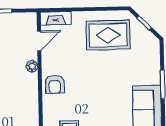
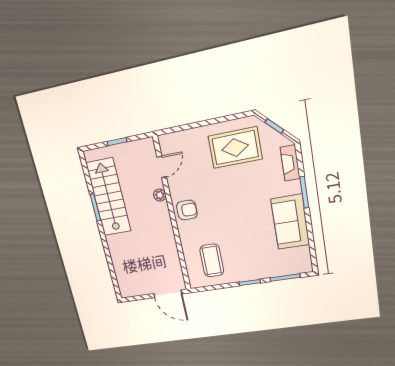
fireplace: (56, 18) -> (290, 163), moved, turned 90
armchair: (55, 84) -> (187, 210), turned -90

